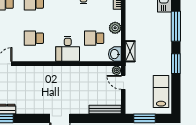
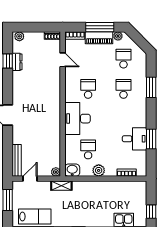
desk: (68, 49) -> (78, 119), width x1.37
shelving: (130, 51) -> (61, 186), moved
door: (123, 82) -> (30, 179), moved

